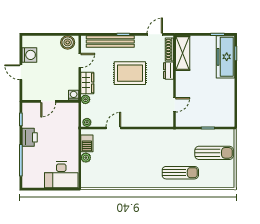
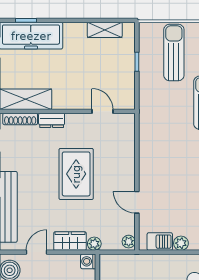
door: (80, 60) -> (36, 252), hinge flipped
rug: (130, 73) -> (76, 174), moved
shelving: (229, 106) -> (105, 30), added

